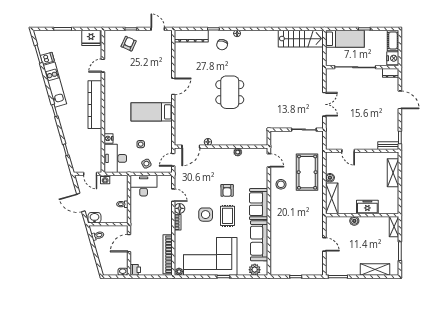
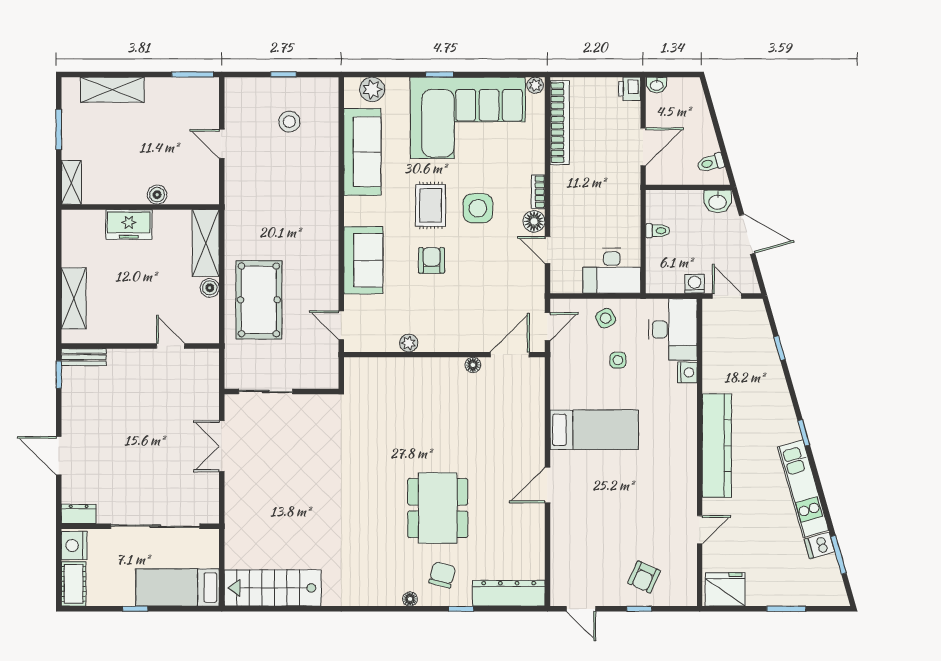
dining table: (230, 92) -> (438, 508), moved
stool: (281, 184) -> (289, 122), moved
sofa: (259, 204) -> (363, 260), moved

